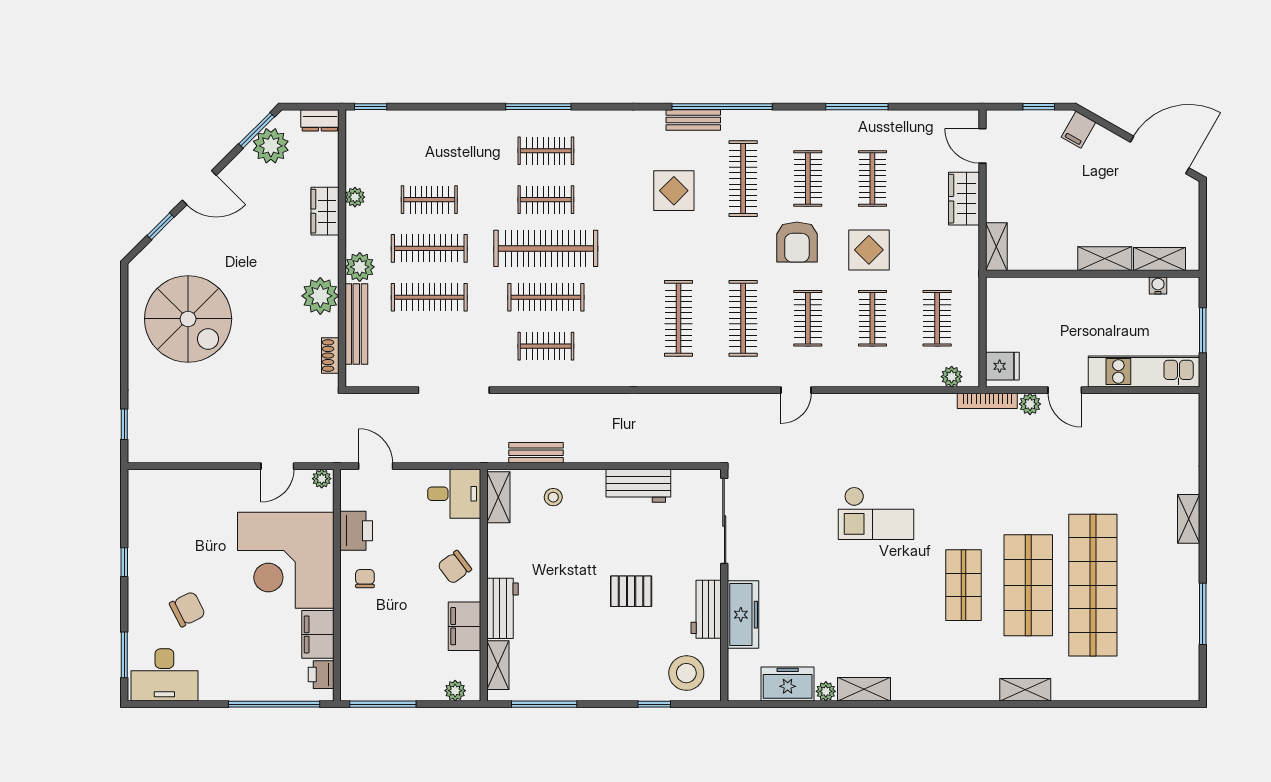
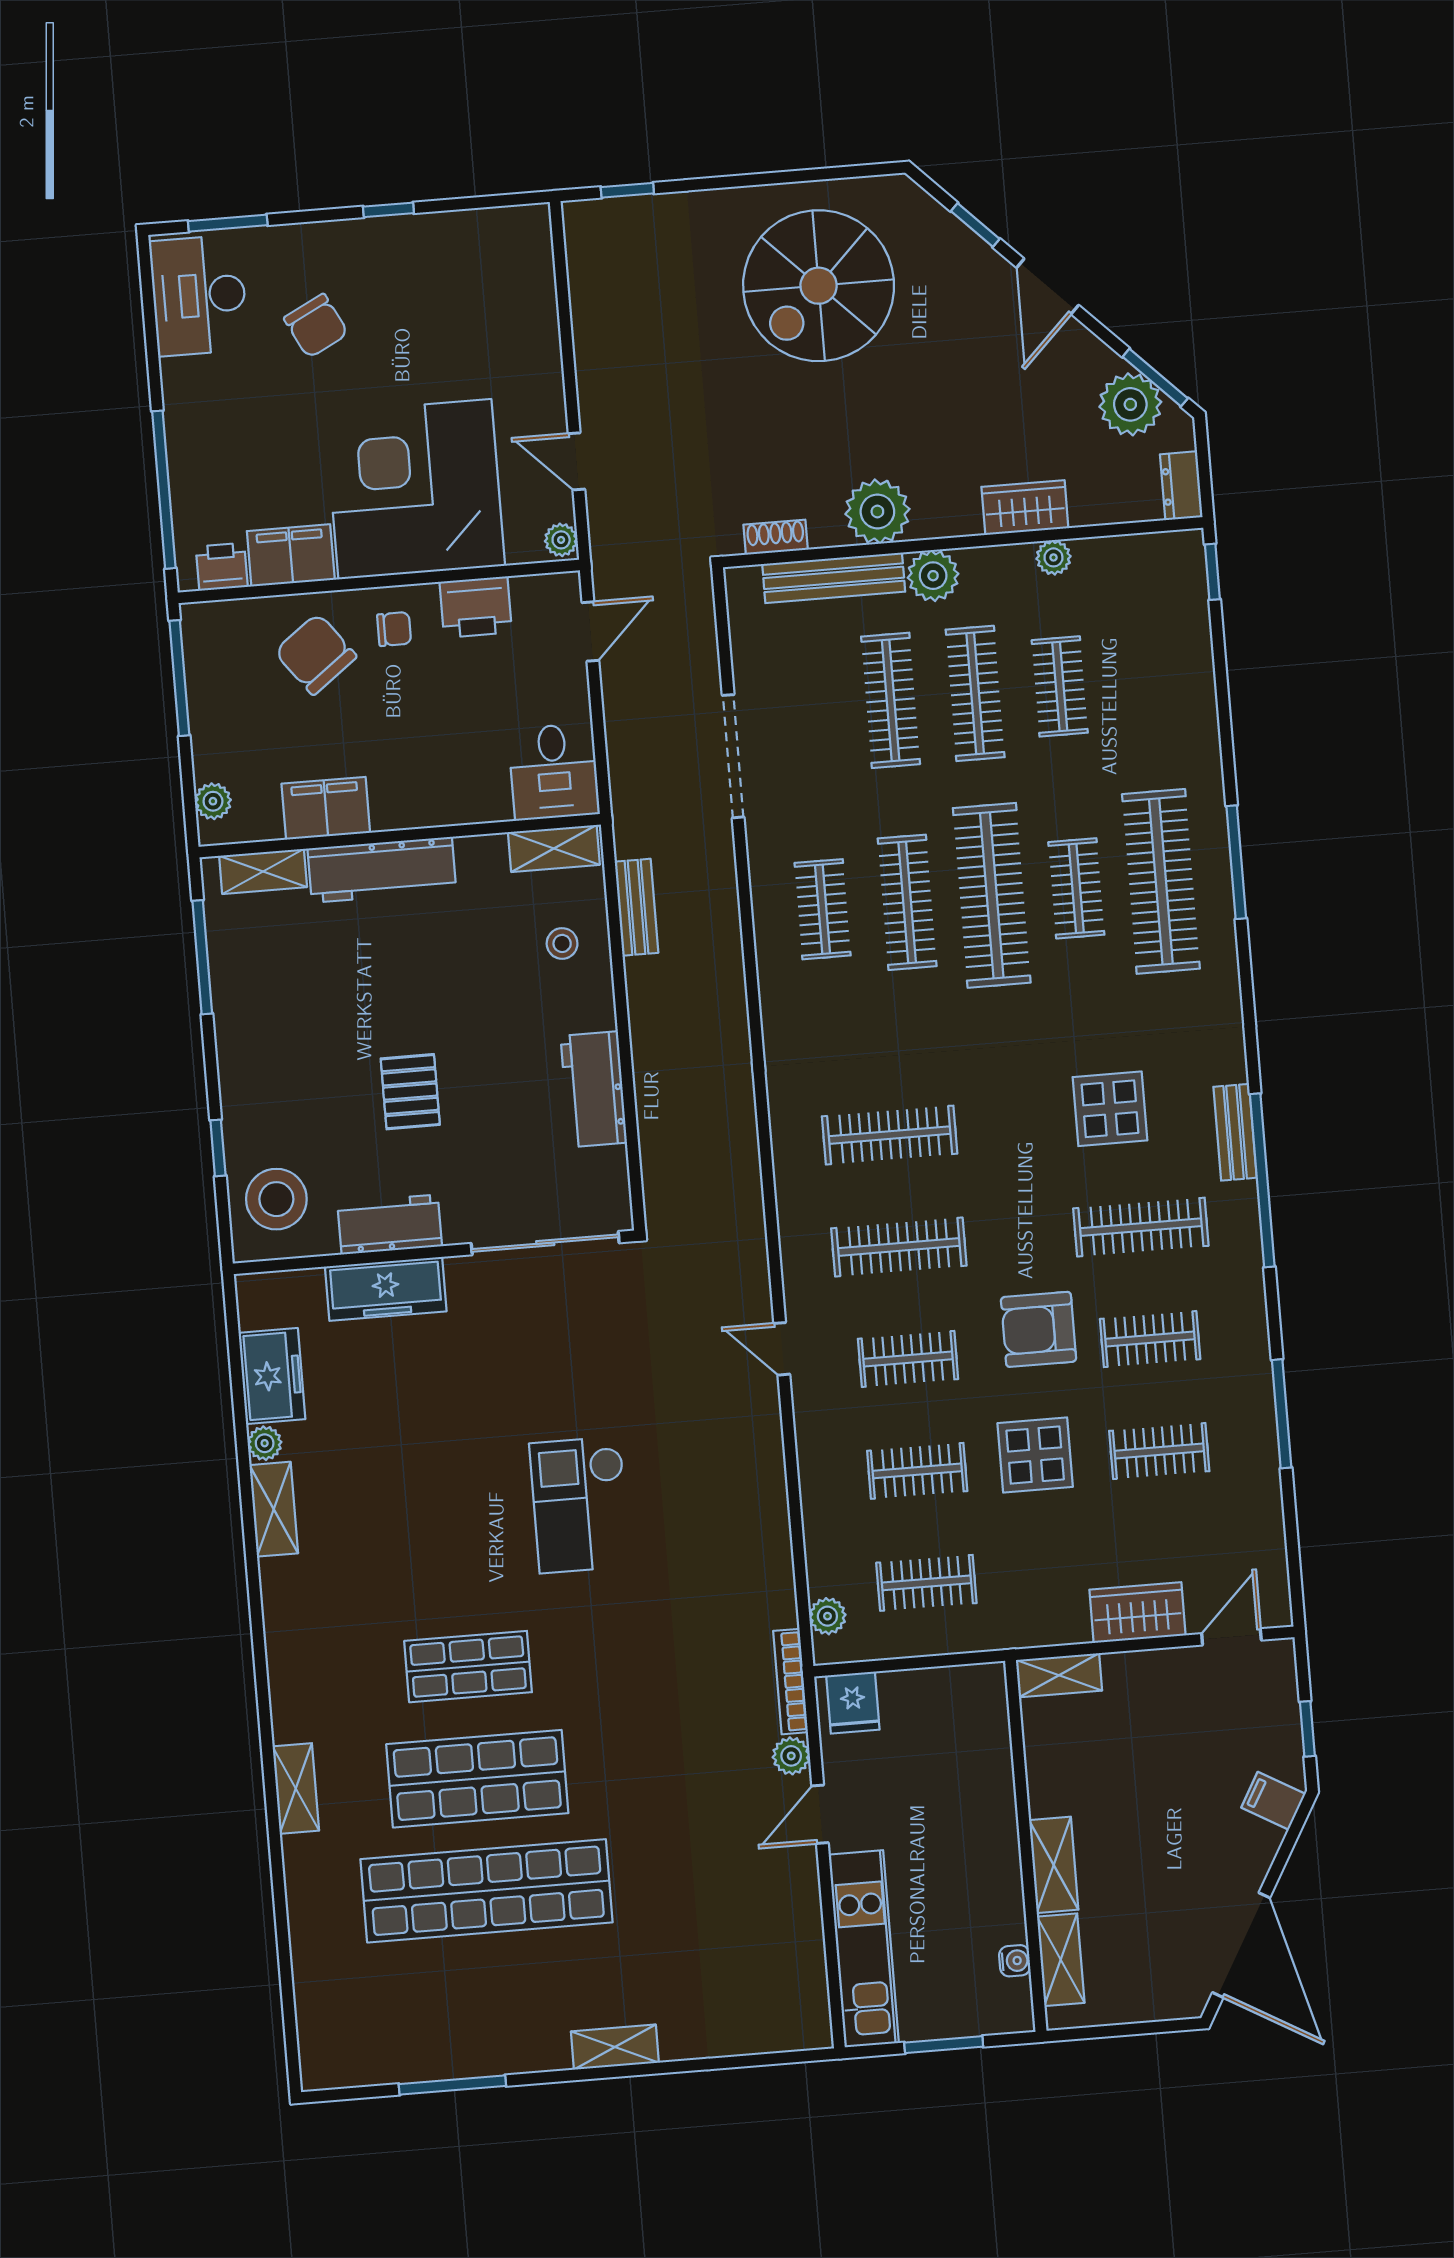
clothes rail: (546, 151) -> (1161, 881), width x1.86, depth x1.31
chair: (454, 567) -> (316, 654), moved, width x1.37, depth x1.37
workbench: (502, 608) -> (382, 870), width x1.38

